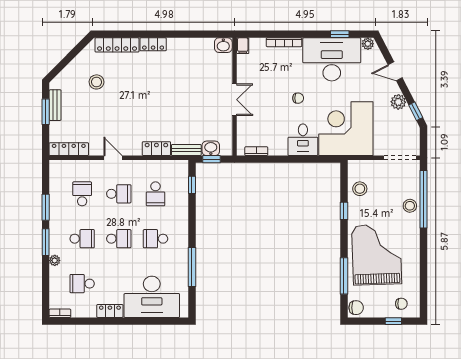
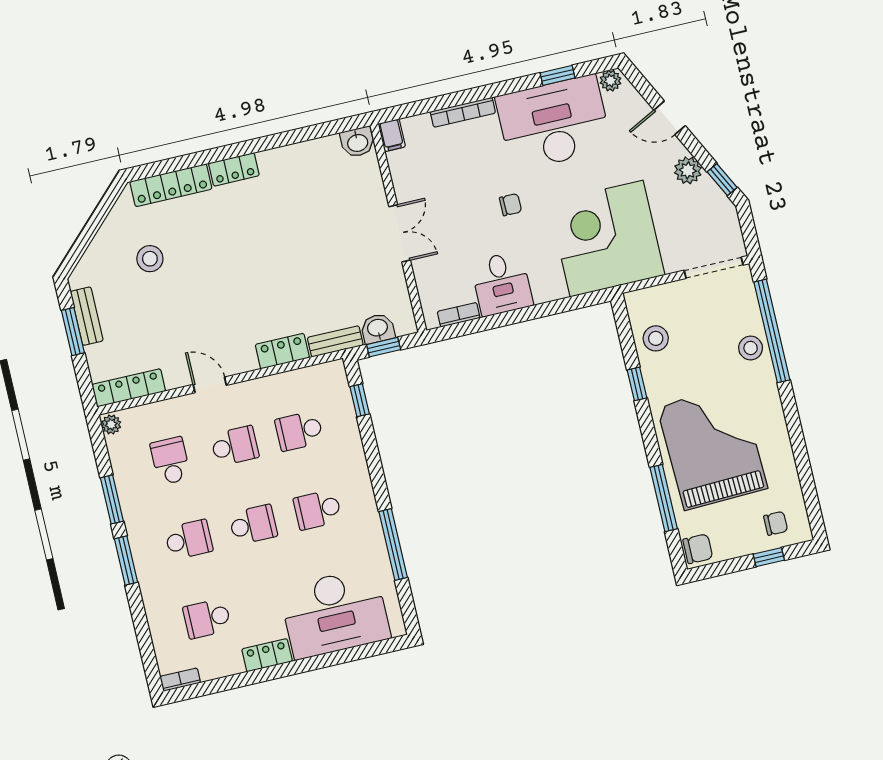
desk: (303, 140) -> (502, 284), moved
school desk: (155, 194) -> (299, 431), turned 90
plant: (55, 260) -> (111, 424), moved

